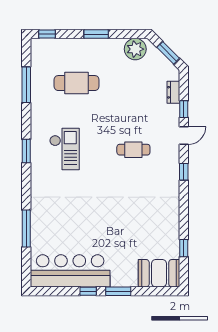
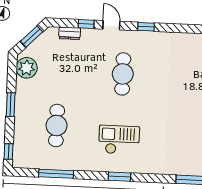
cafe table: (133, 150) -> (123, 74), width x1.37, depth x1.35

